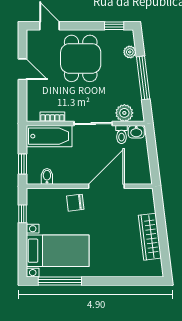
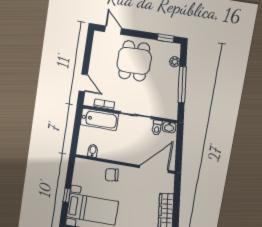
door: (23, 69) -> (83, 83), moved
plant: (124, 113) -> (162, 111), removed
window: (23, 164) -> (75, 138), removed
door: (106, 186) -> (154, 169), moved
window: (23, 214) -> (67, 195), moved

